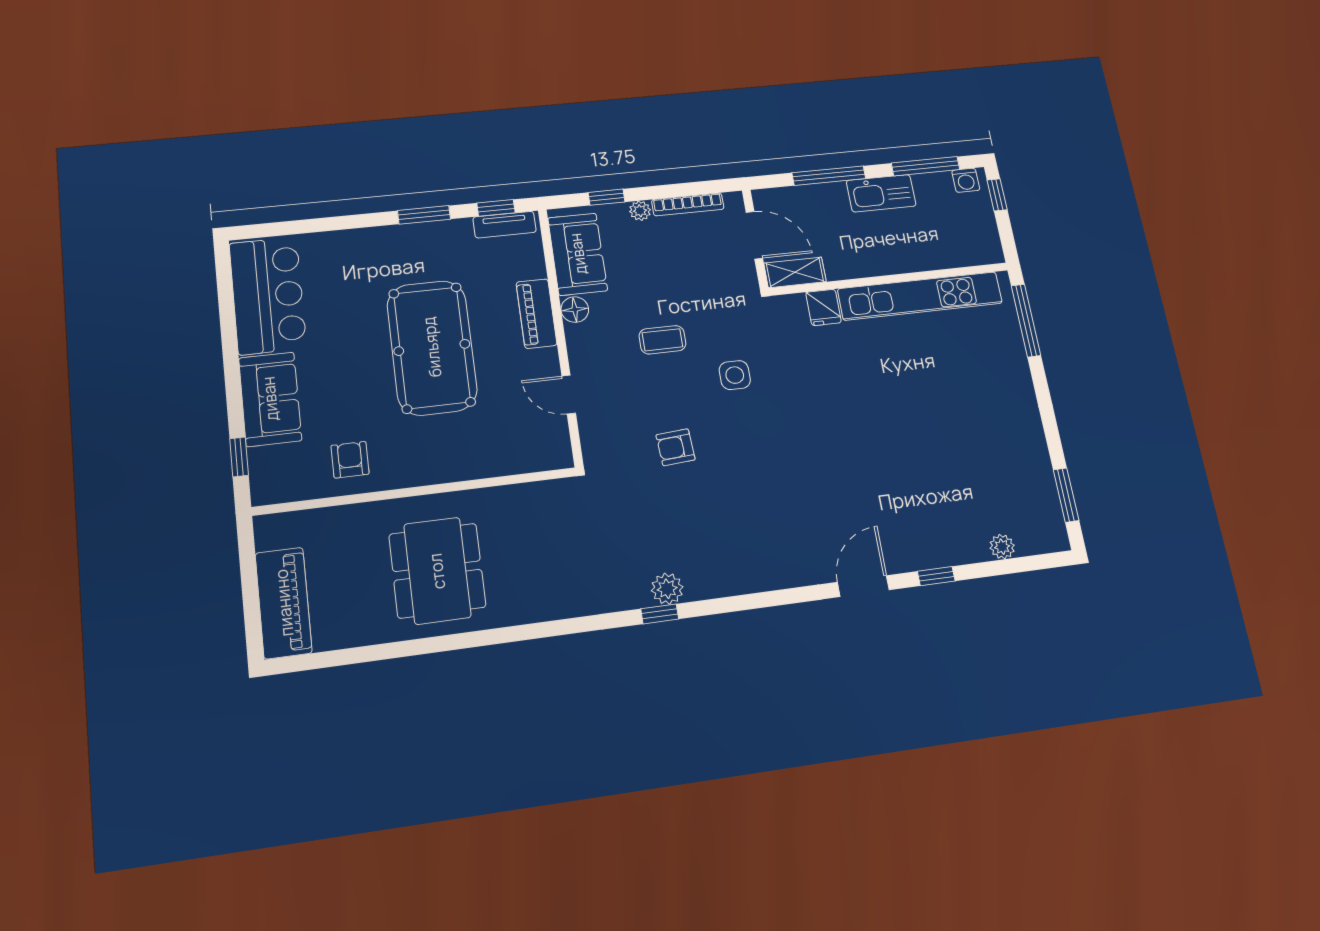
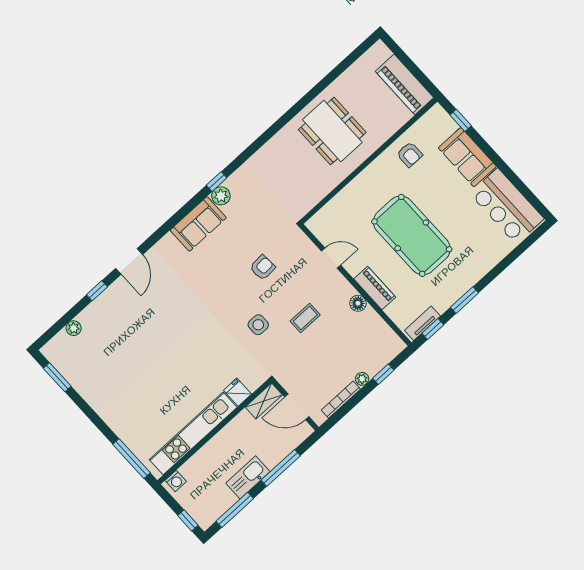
washing machine: (966, 180) -> (176, 481), moved, turned 180
sofa: (578, 254) -> (198, 224), moved, turned -90
piano: (284, 603) -> (404, 84), moved

